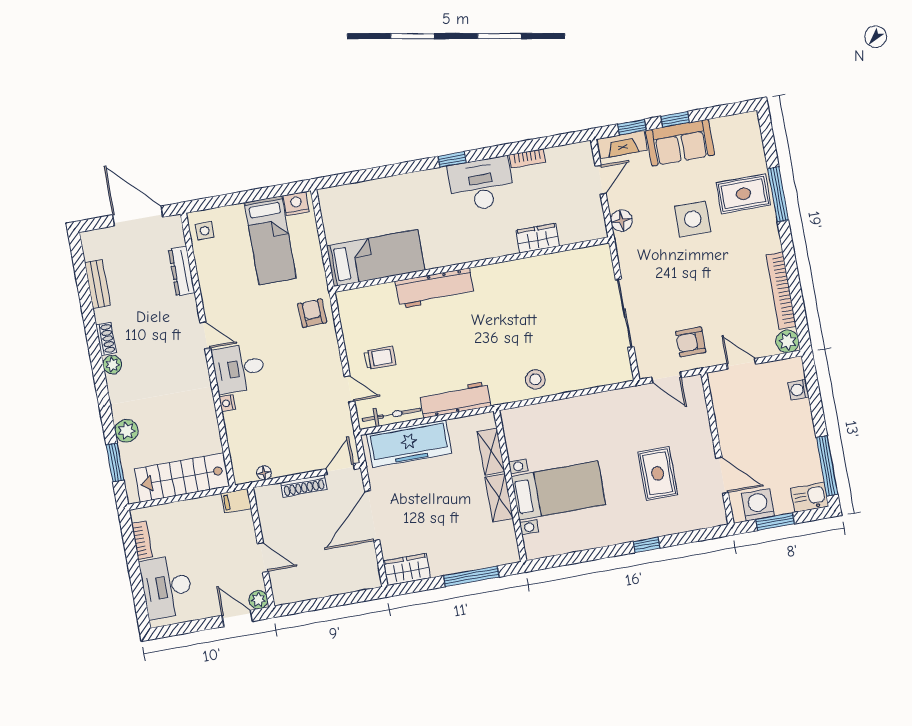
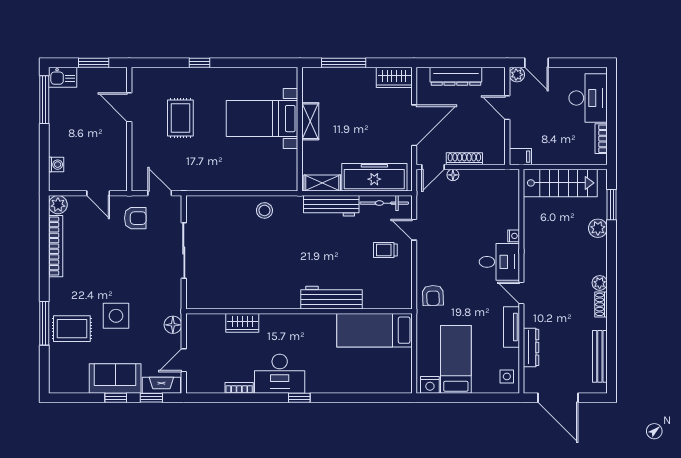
bench: (97, 284) -> (600, 356), width x1.36
tv unit: (210, 292) -> (511, 327), added
shelving: (491, 451) -> (322, 183), moved, turned 90
floor lamp: (264, 473) -> (453, 175), moved
washing machine: (758, 505) -> (105, 79), removed
dresser: (332, 584) -> (456, 76), added

